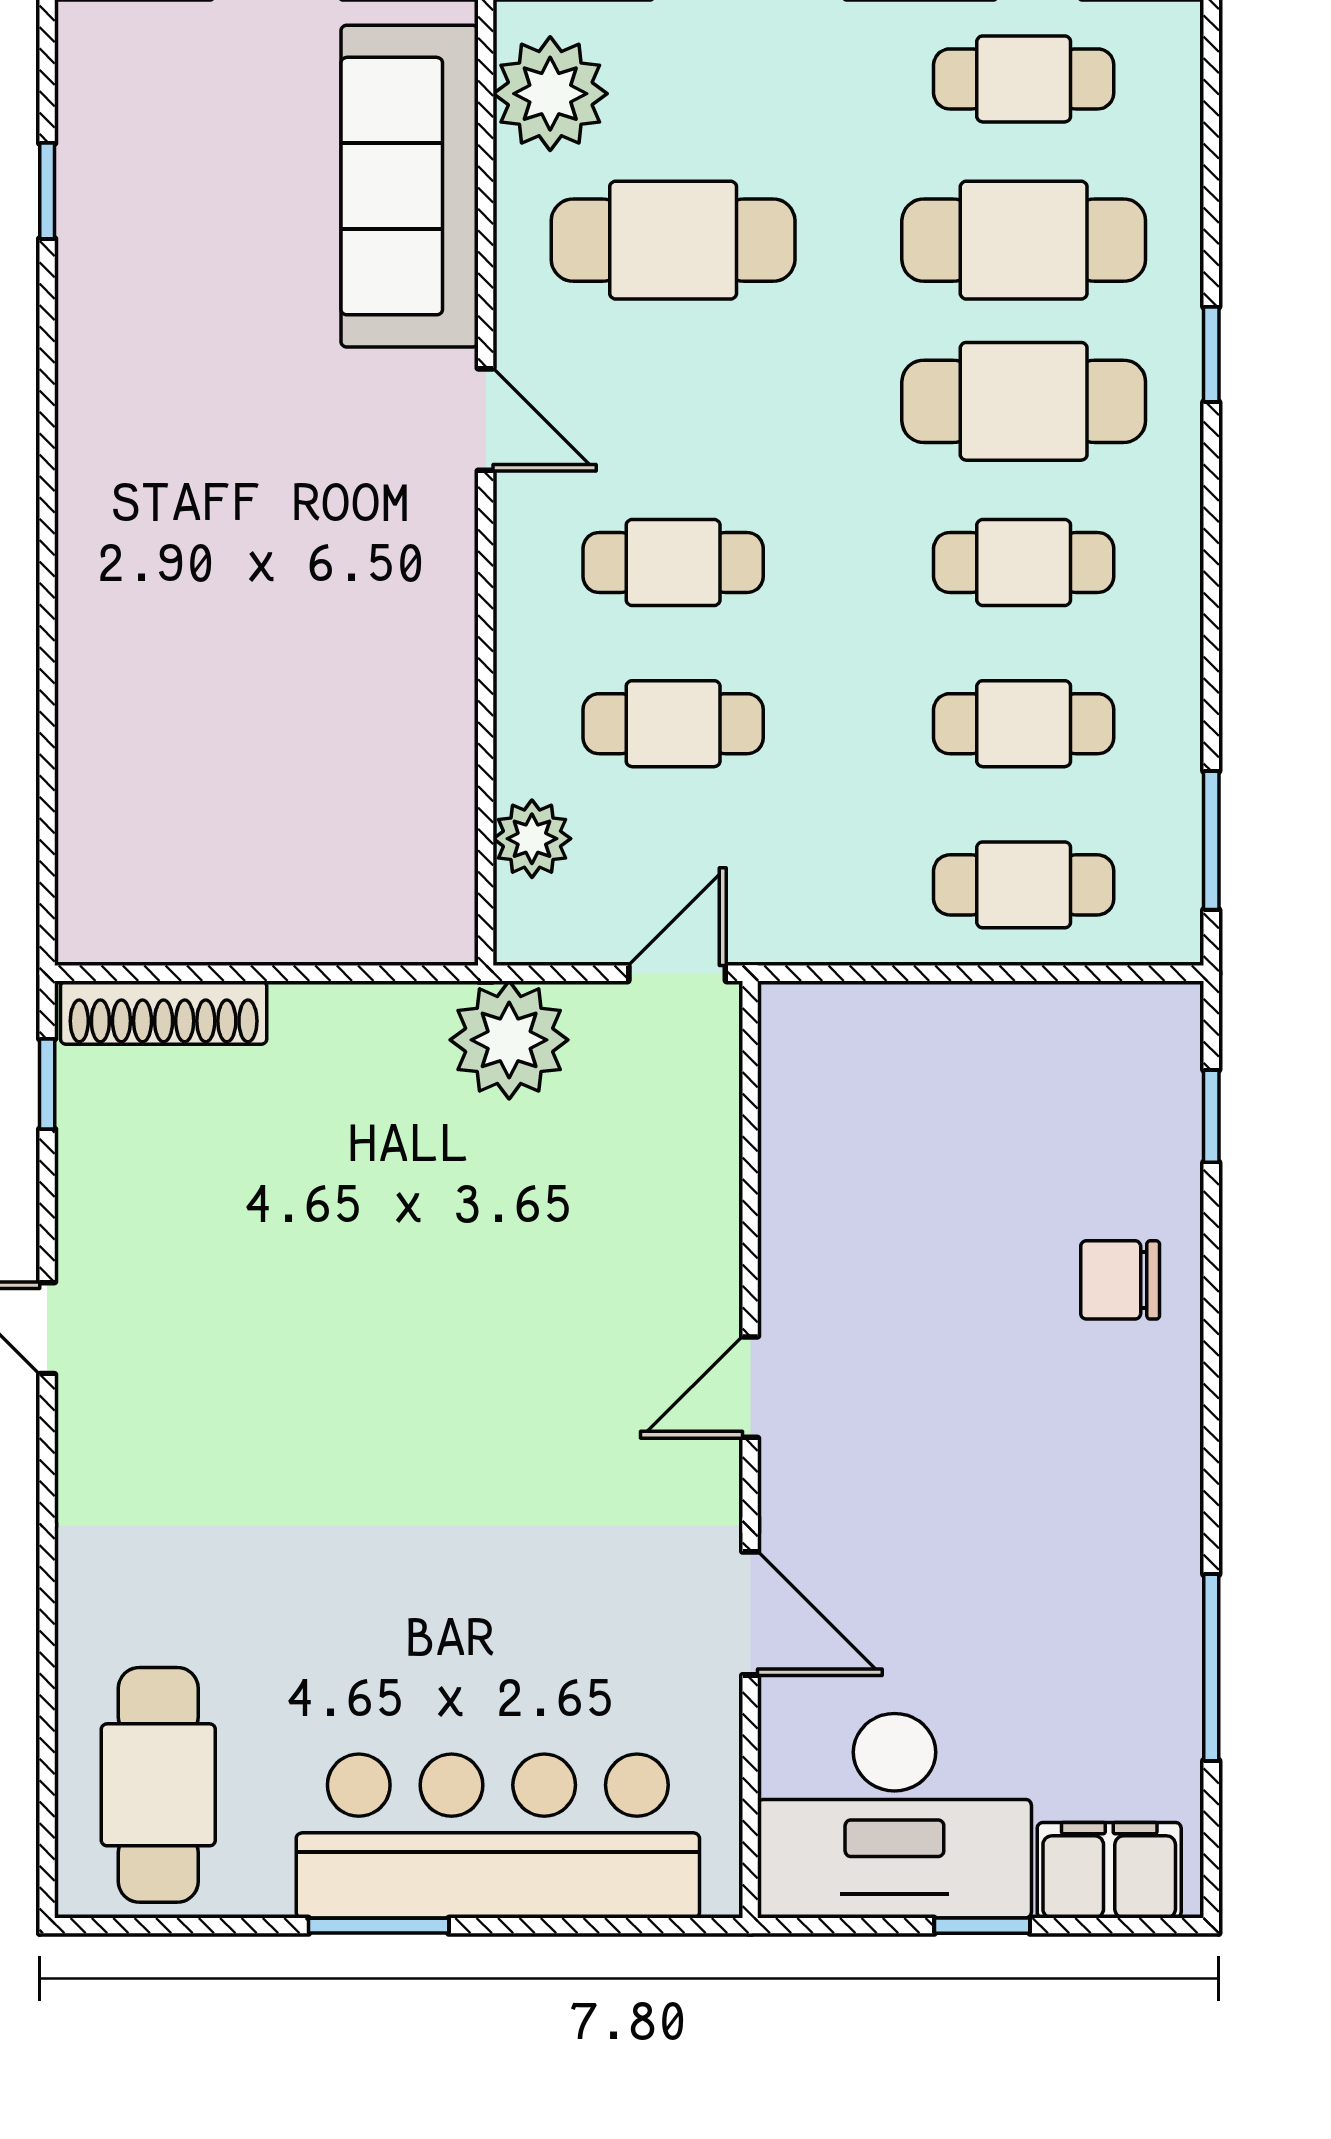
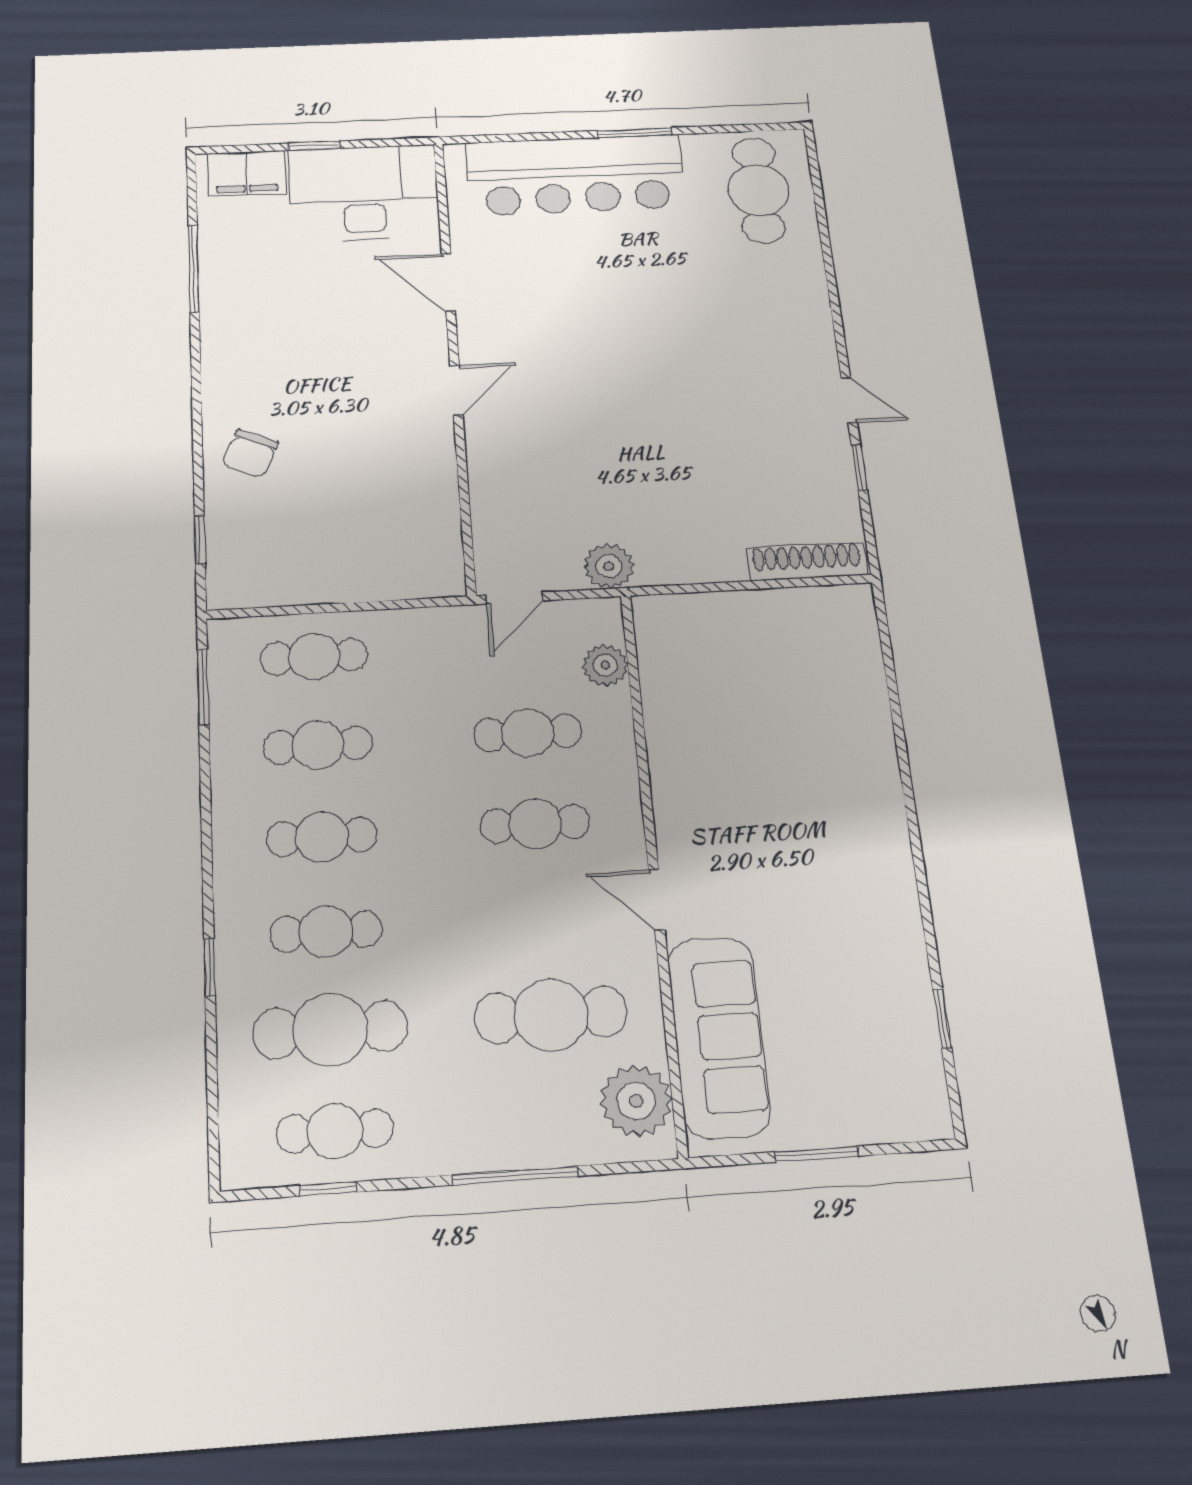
cafe table: (1024, 401) -> (326, 932), width x0.73, depth x0.74
plant: (509, 1040) -> (609, 566), width x0.73, depth x0.73
window: (47, 1084) -> (859, 468), moved
chair: (1120, 1280) -> (250, 454), turned 114

